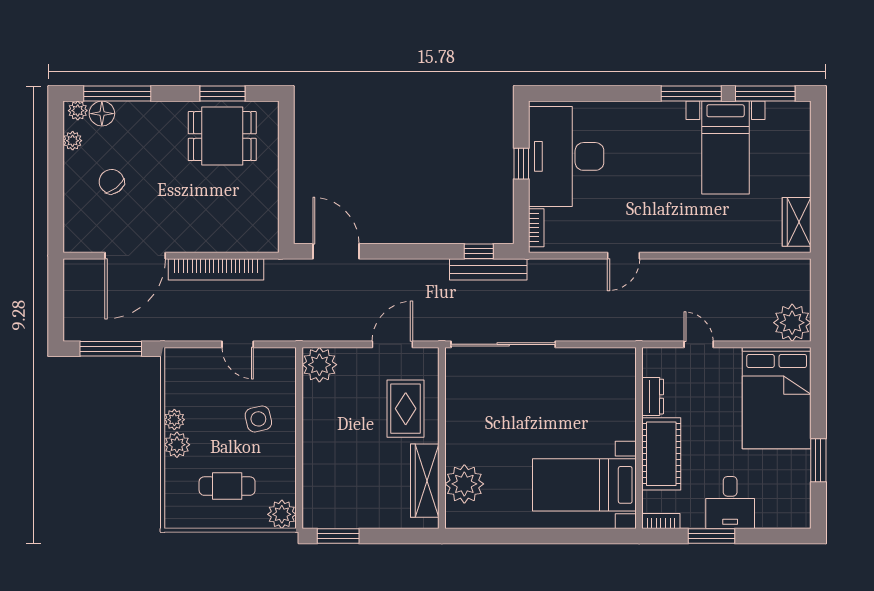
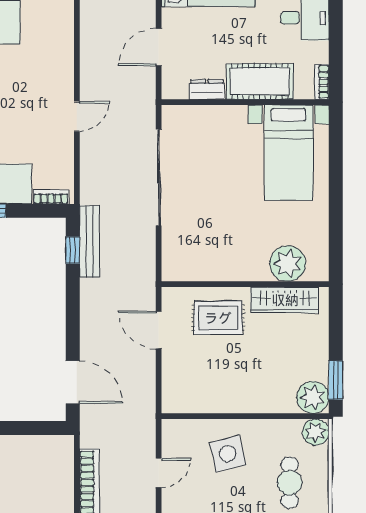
door: (336, 251) -> (73, 382), swing flipped
door: (624, 256) -> (77, 116), hinge flipped
sliding door: (503, 344) -> (159, 178), moved
door: (699, 344) -> (159, 47), width x1.38
plant: (319, 365) -> (313, 397), moved
side table: (258, 419) -> (228, 454), width x1.37, depth x1.37
window: (712, 536) -> (336, 35), removed

